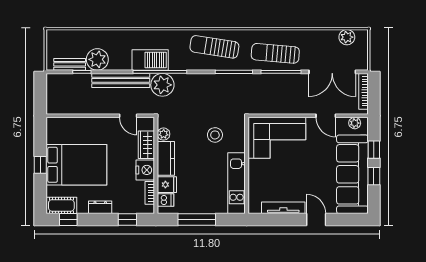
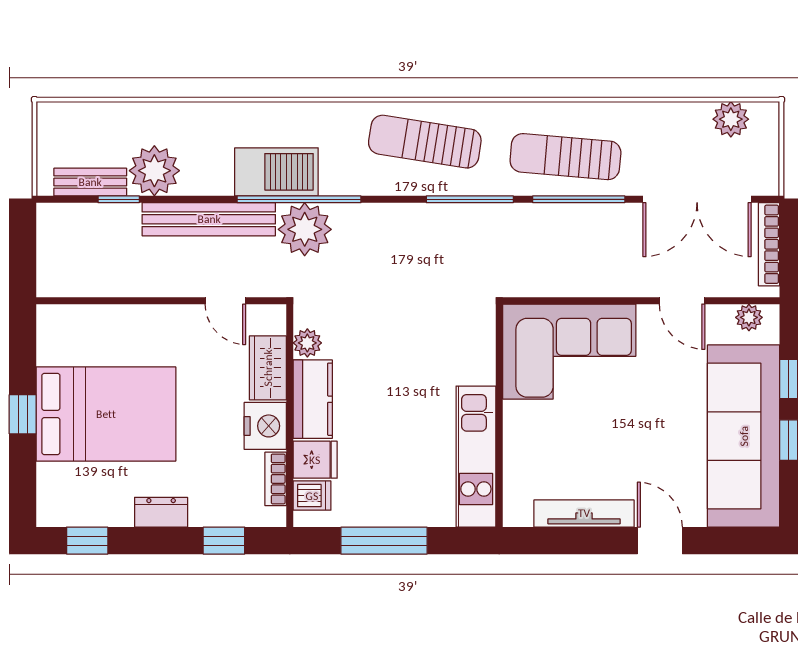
stool: (215, 135) -> (426, 345), removed
cot: (61, 205) -> (71, 508), removed

